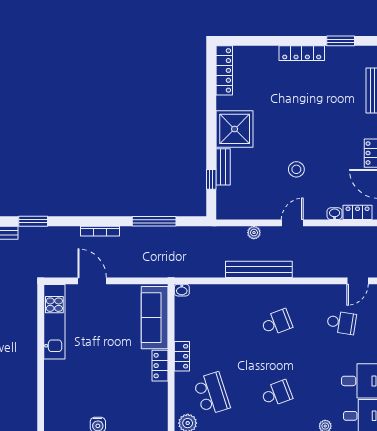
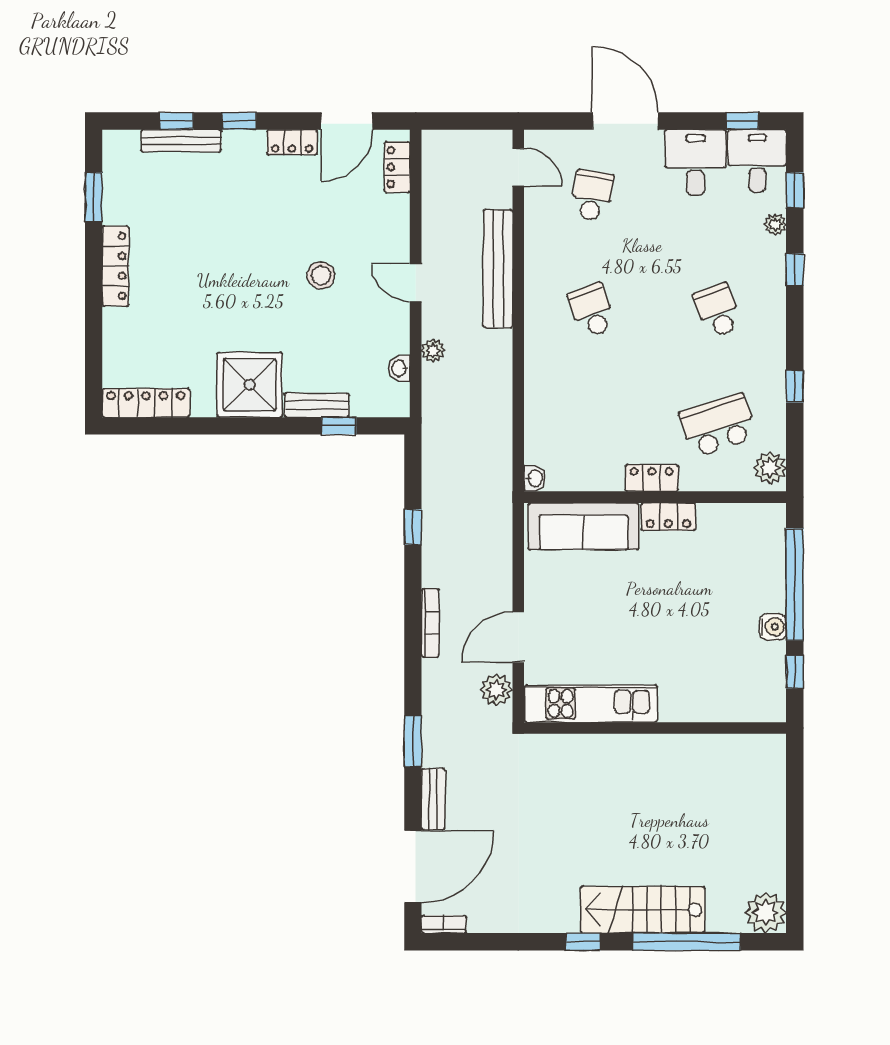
washbasin: (335, 214) -> (399, 368), moved
window: (154, 221) -> (413, 527), width x0.46
plant: (62, 269) -> (497, 690), added
bench: (259, 269) -> (498, 269), moved

